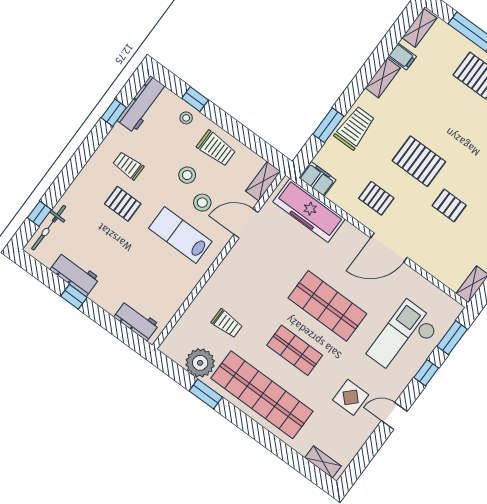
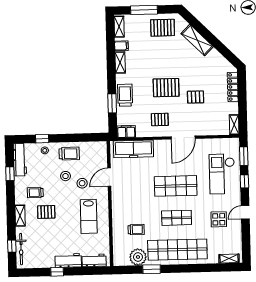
shelving: (263, 181) -> (20, 216), moved
lab bench: (180, 235) -> (89, 216), moved, turned -90
workbench: (75, 274) -> (68, 260), moved

